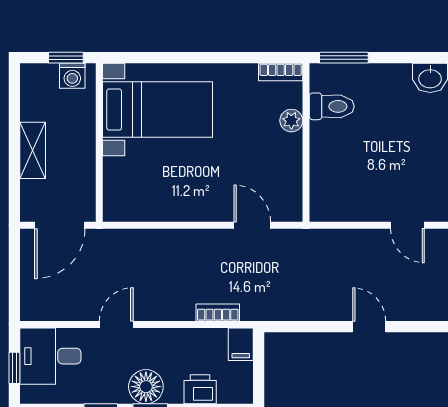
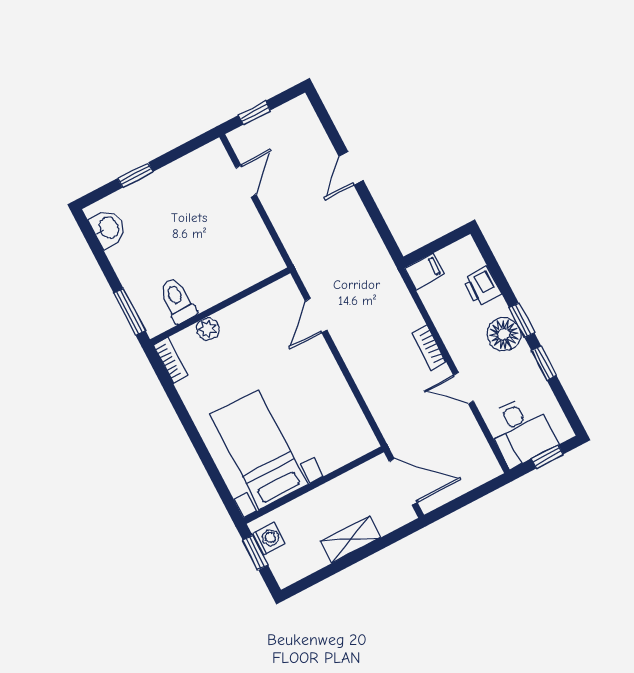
bookcase: (218, 312) -> (429, 348), moved

